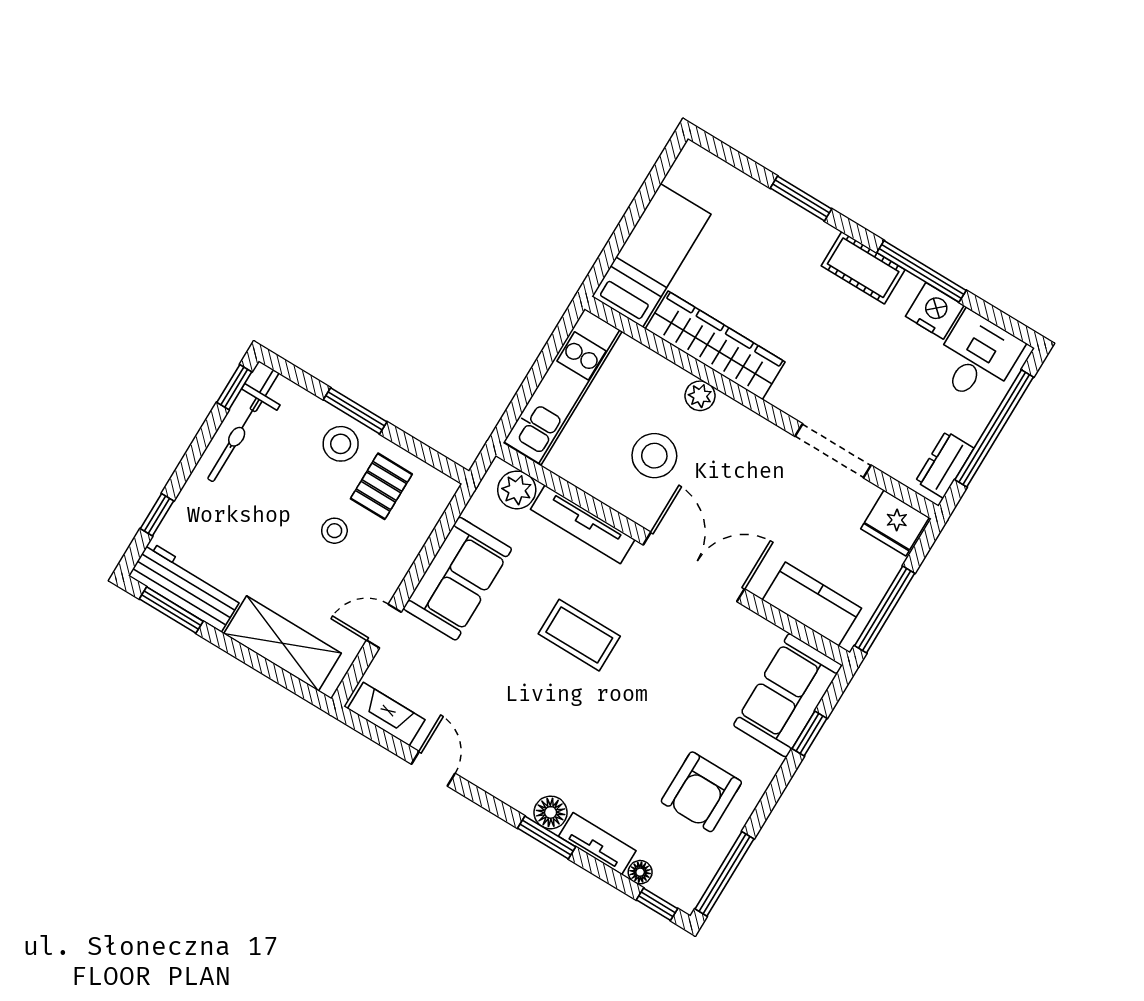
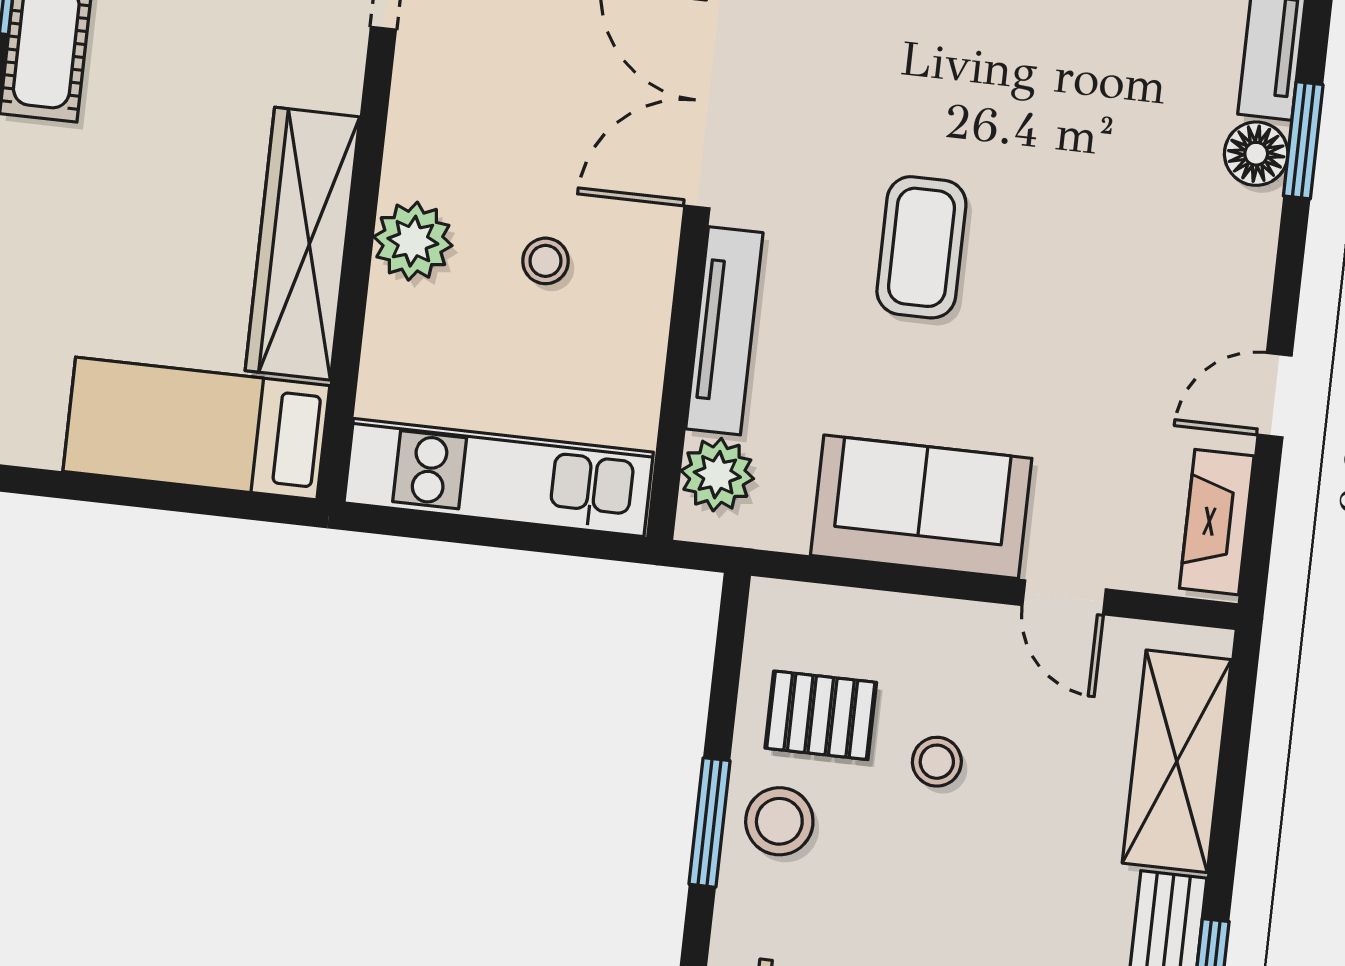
plant: (700, 396) -> (413, 241), width x1.38, depth x1.38
stool: (654, 456) -> (546, 261), width x0.53, depth x0.53

